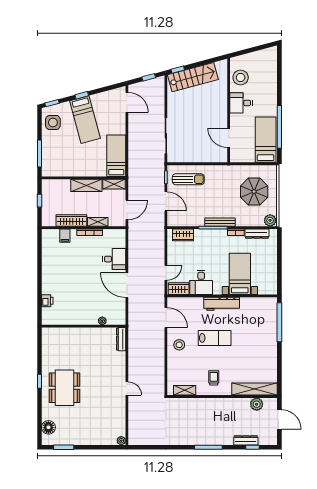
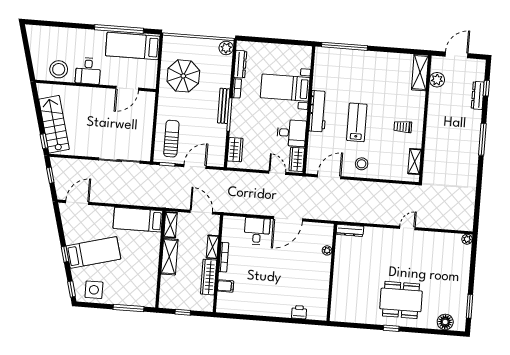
parasol: (254, 192) -> (183, 76), moved
shelving: (255, 389) -> (420, 73), width x0.68

